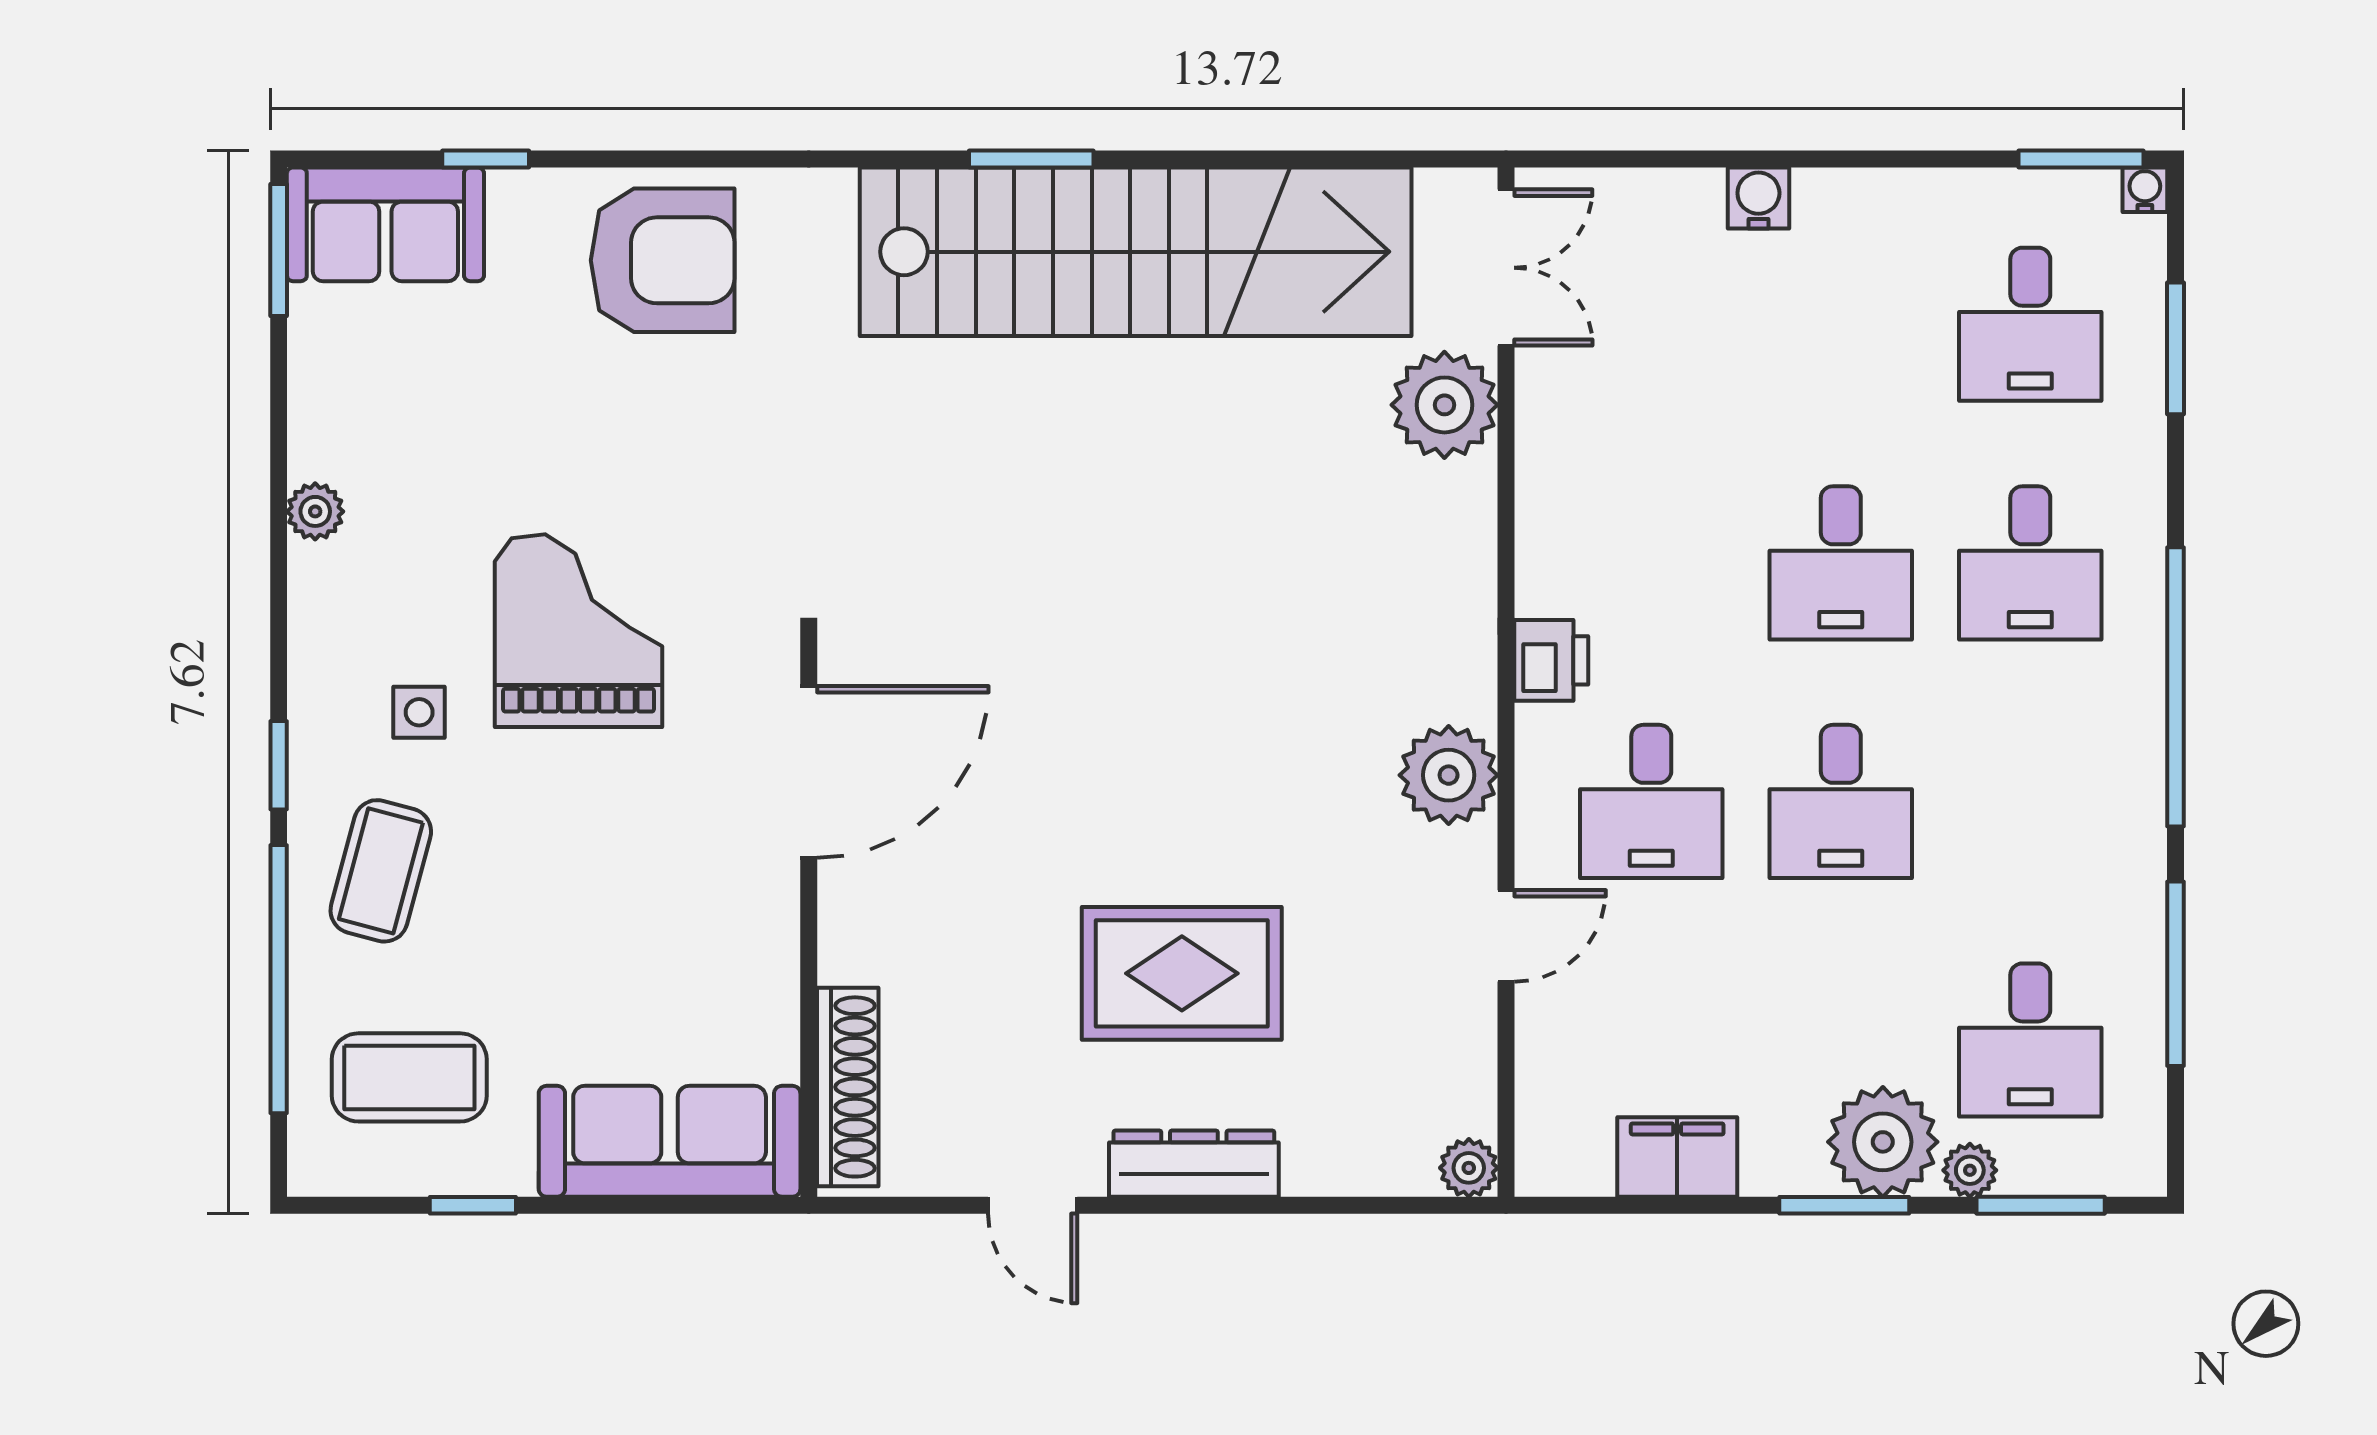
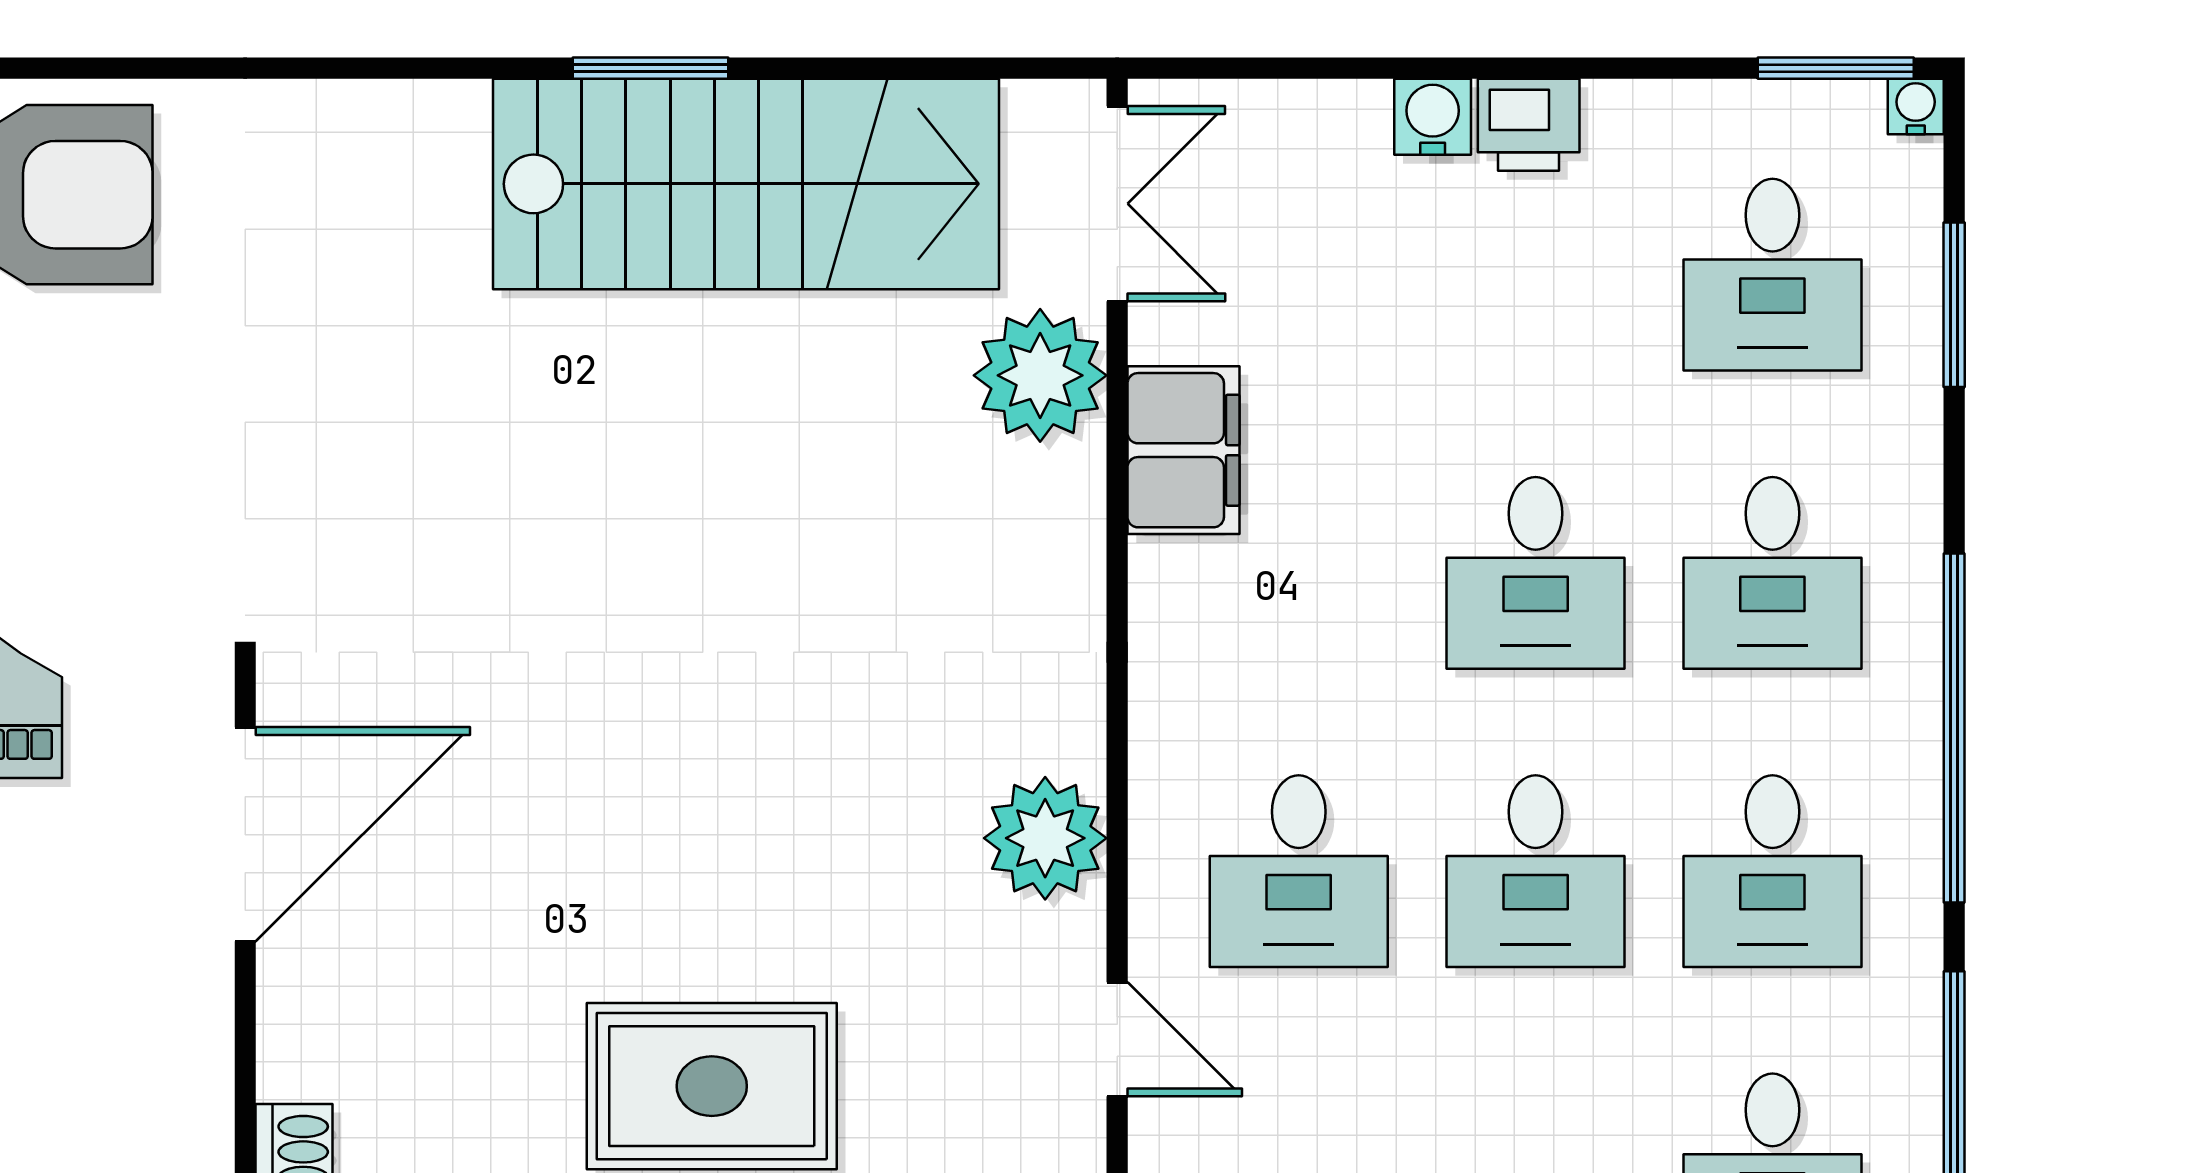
window: (1031, 159) -> (650, 68), moved
stairs: (1136, 252) -> (746, 184), width x0.73
filing cabinet: (1559, 465) -> (1184, 450), added
printer: (1551, 660) -> (1529, 125), moved, turned 90
desk: (2030, 801) -> (1772, 871), added
door: (1506, 936) -> (1117, 1039), hinge flipped

